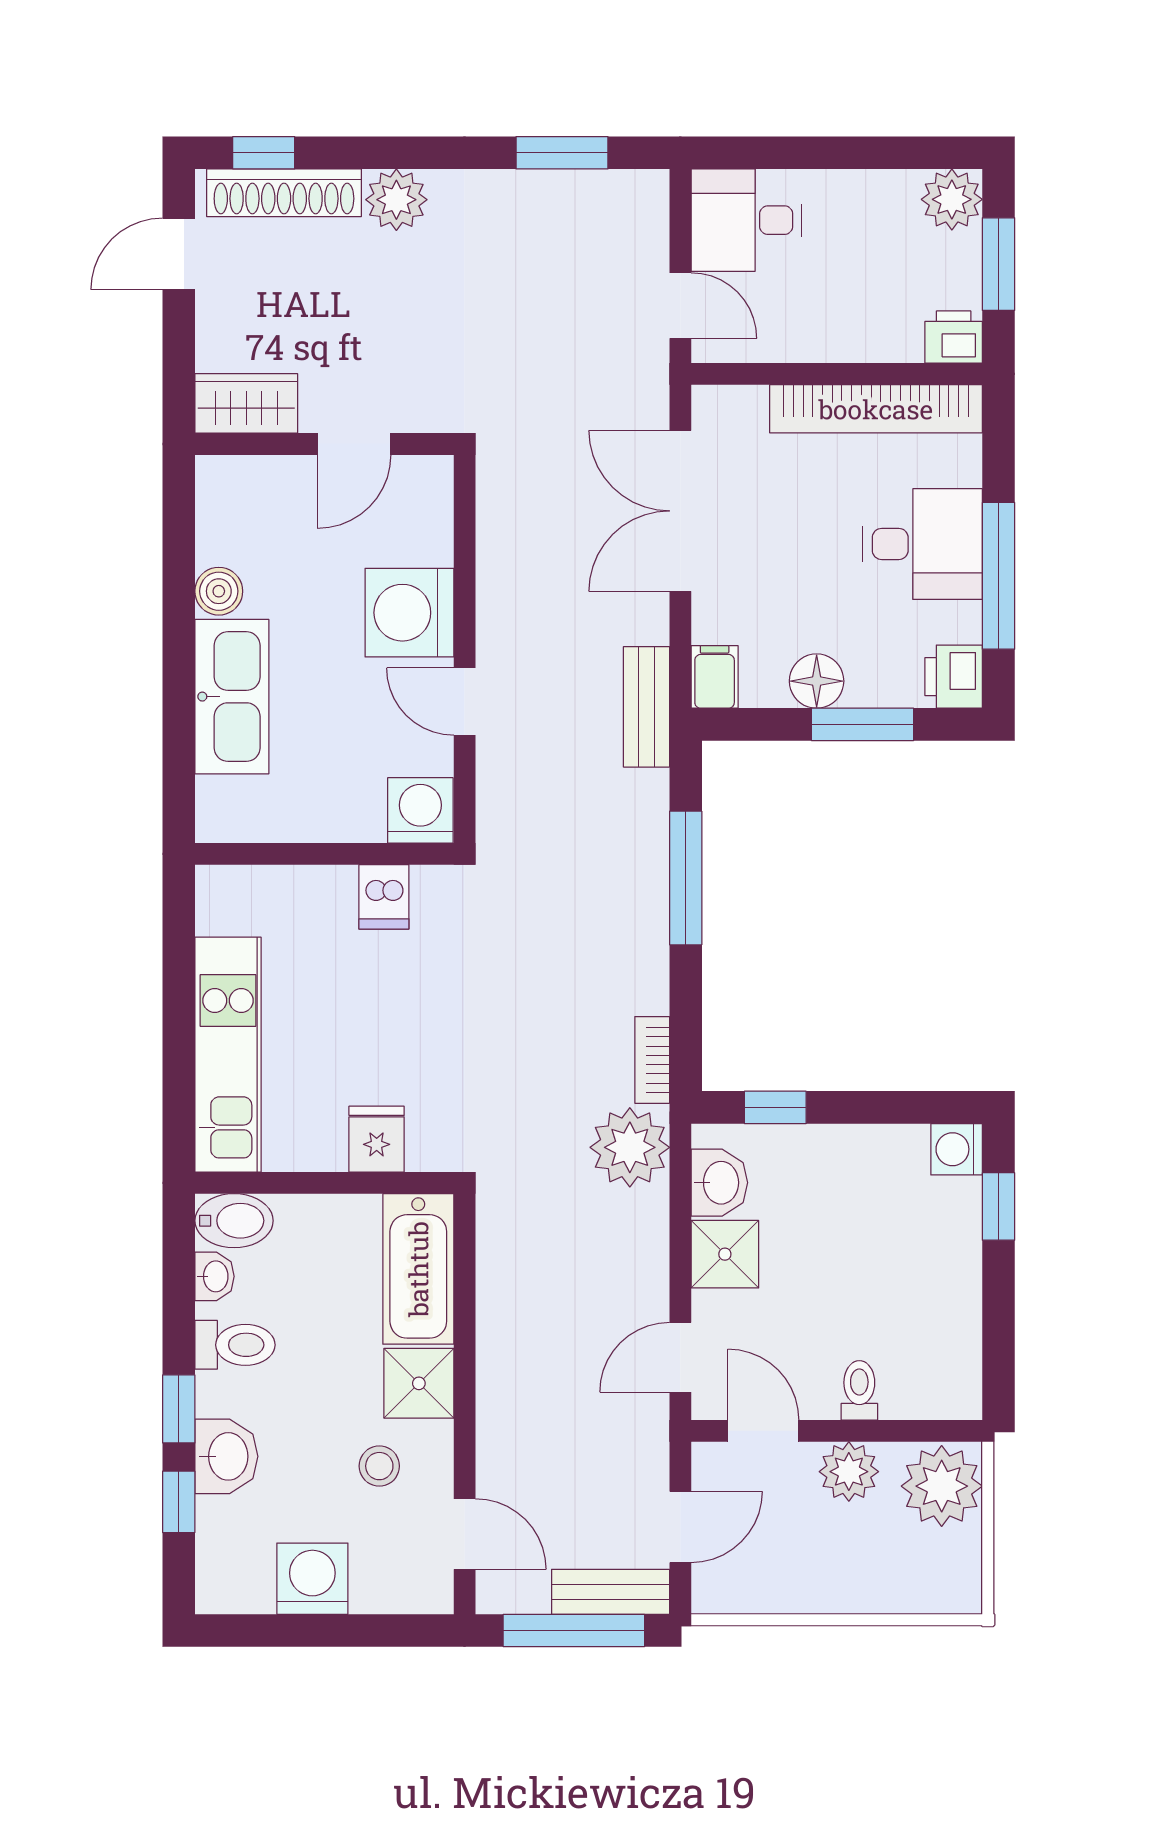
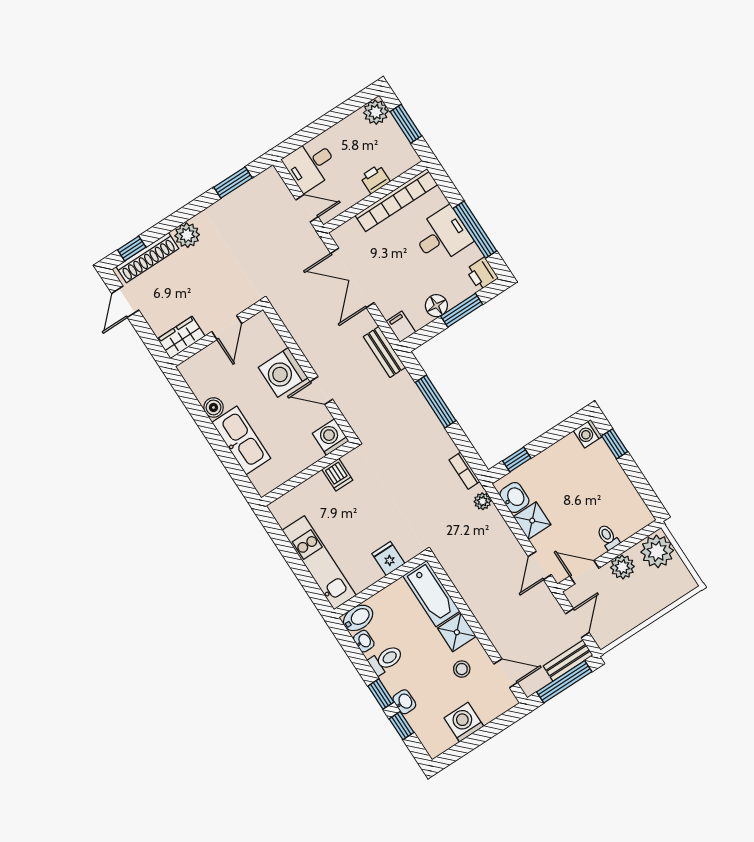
printer: (954, 337) -> (375, 179), moved
plant: (630, 1147) -> (483, 501), width x0.53, depth x0.53
washbasin: (226, 1456) -> (404, 702), width x0.72, depth x0.69

